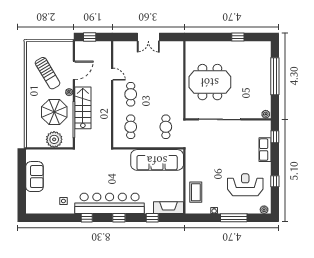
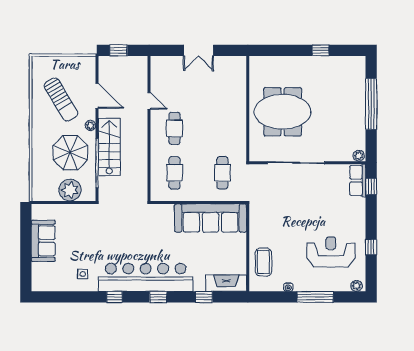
door: (74, 70) -> (97, 96), hinge flipped
row of seats: (265, 150) -> (358, 180), moved

